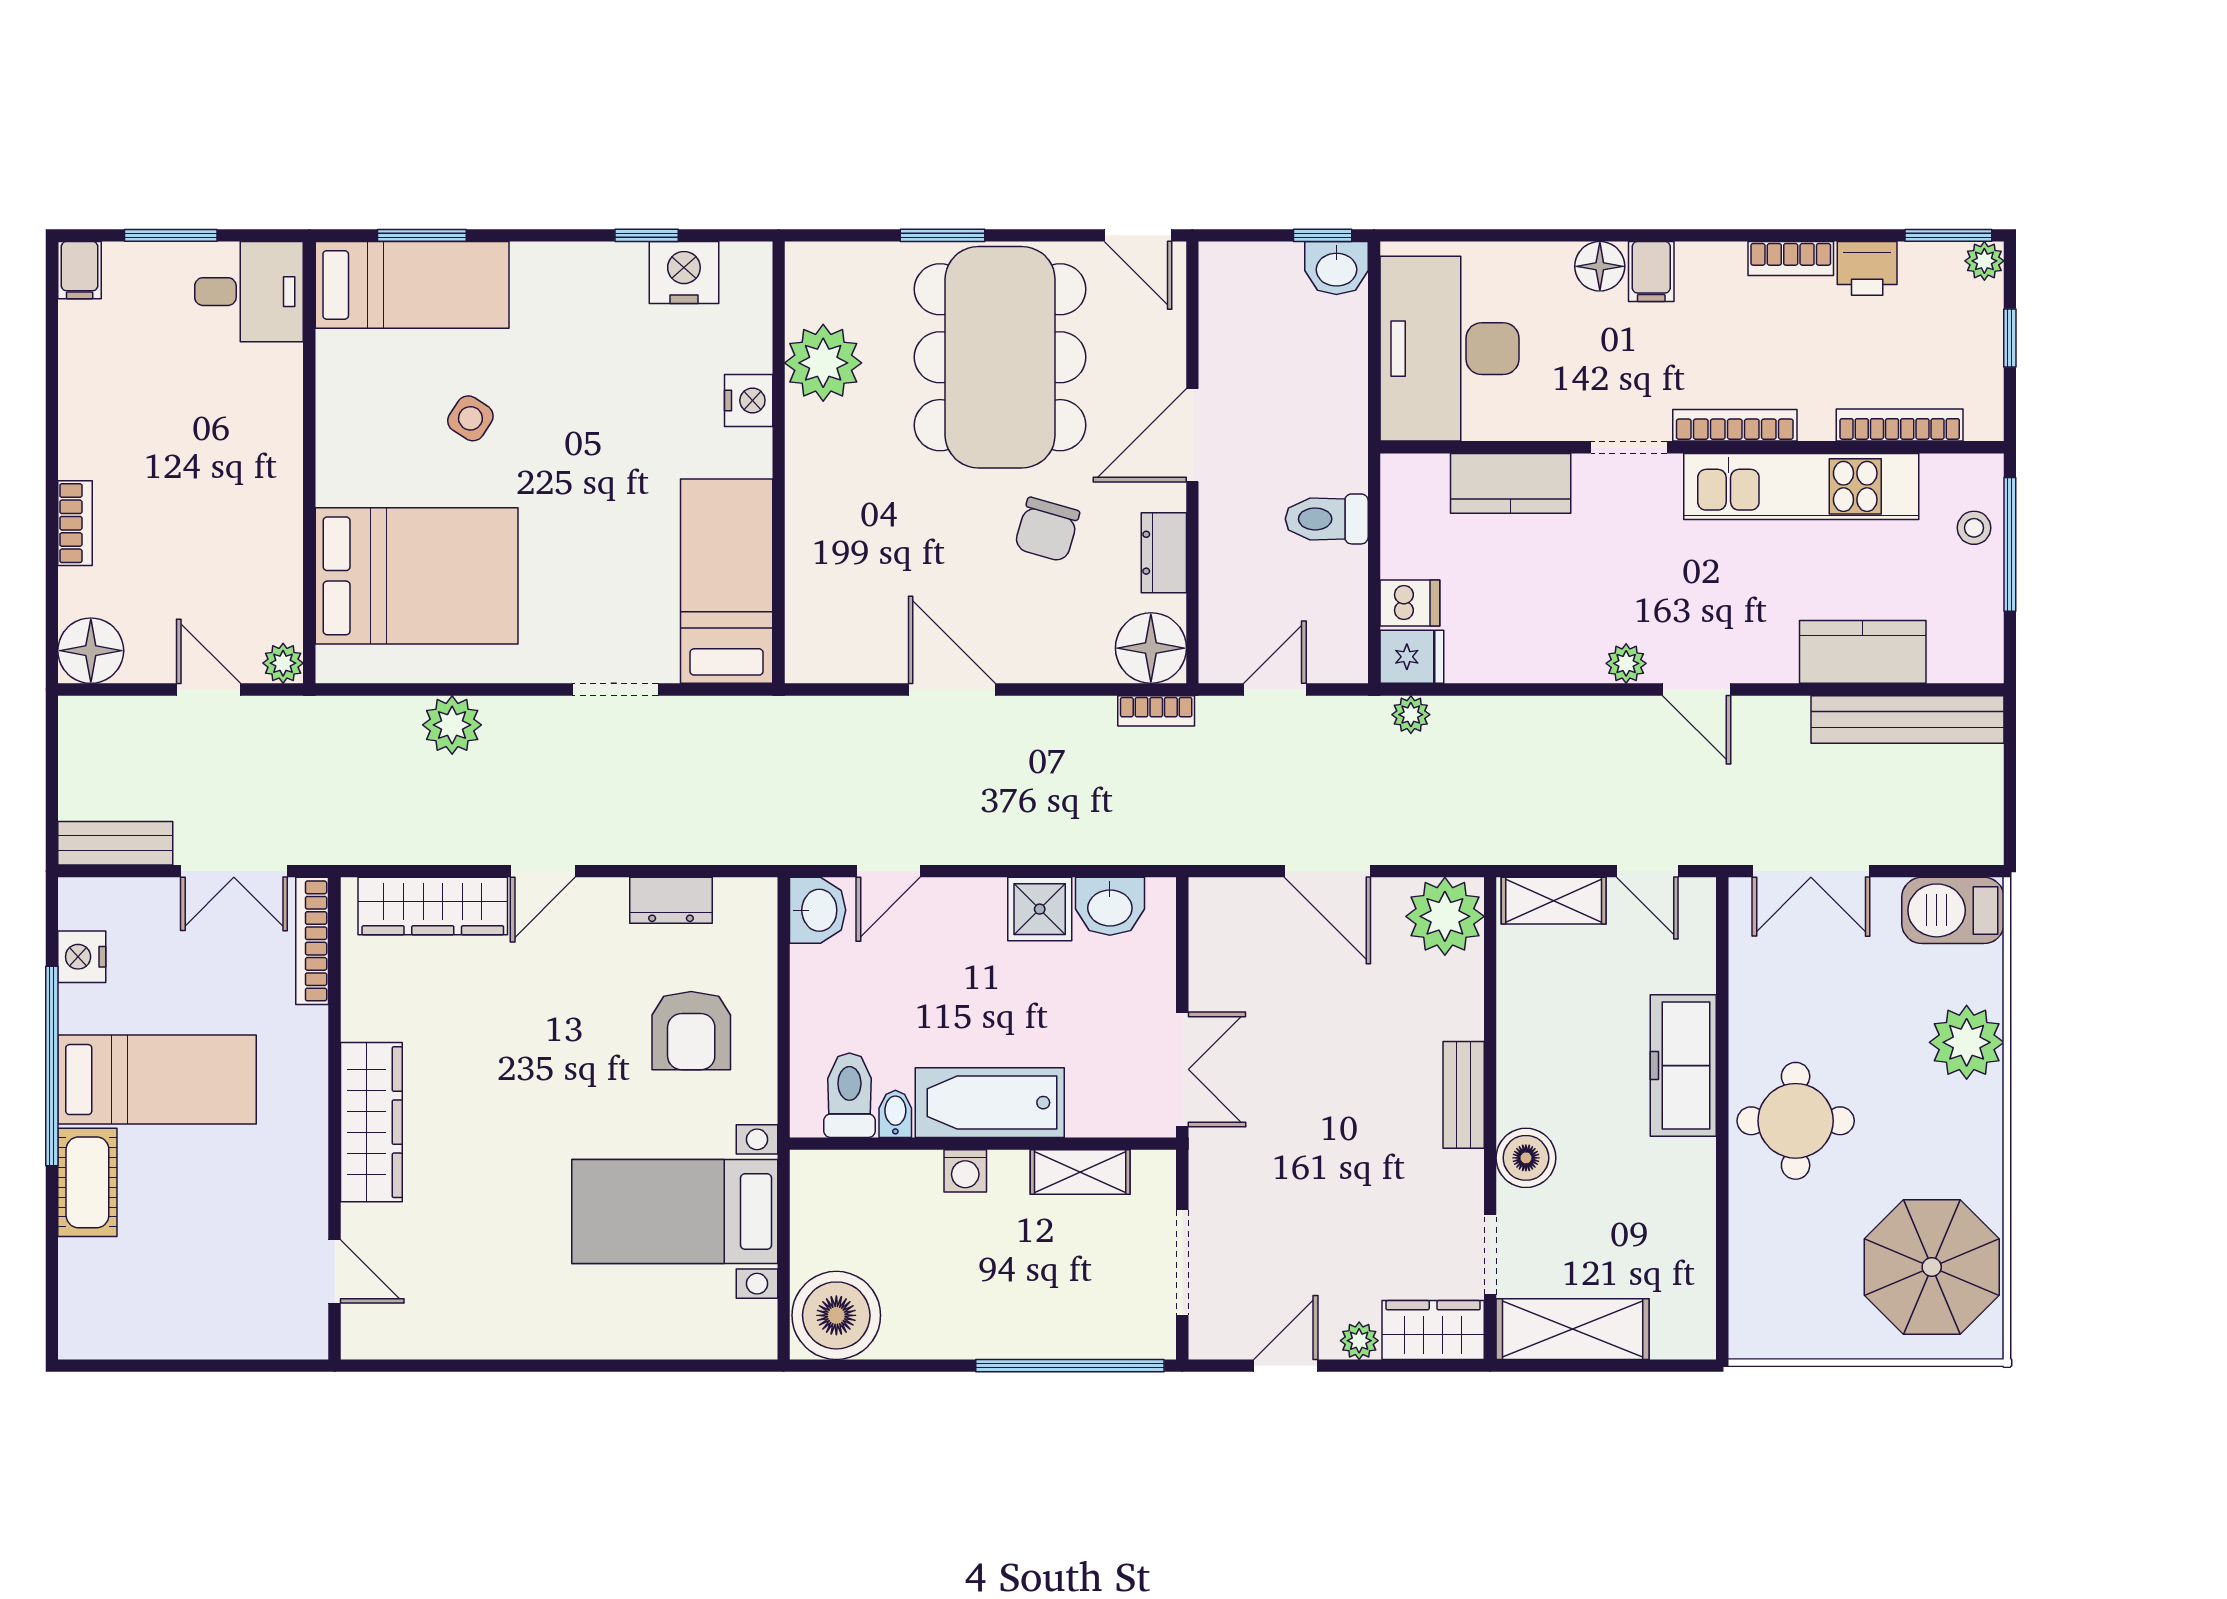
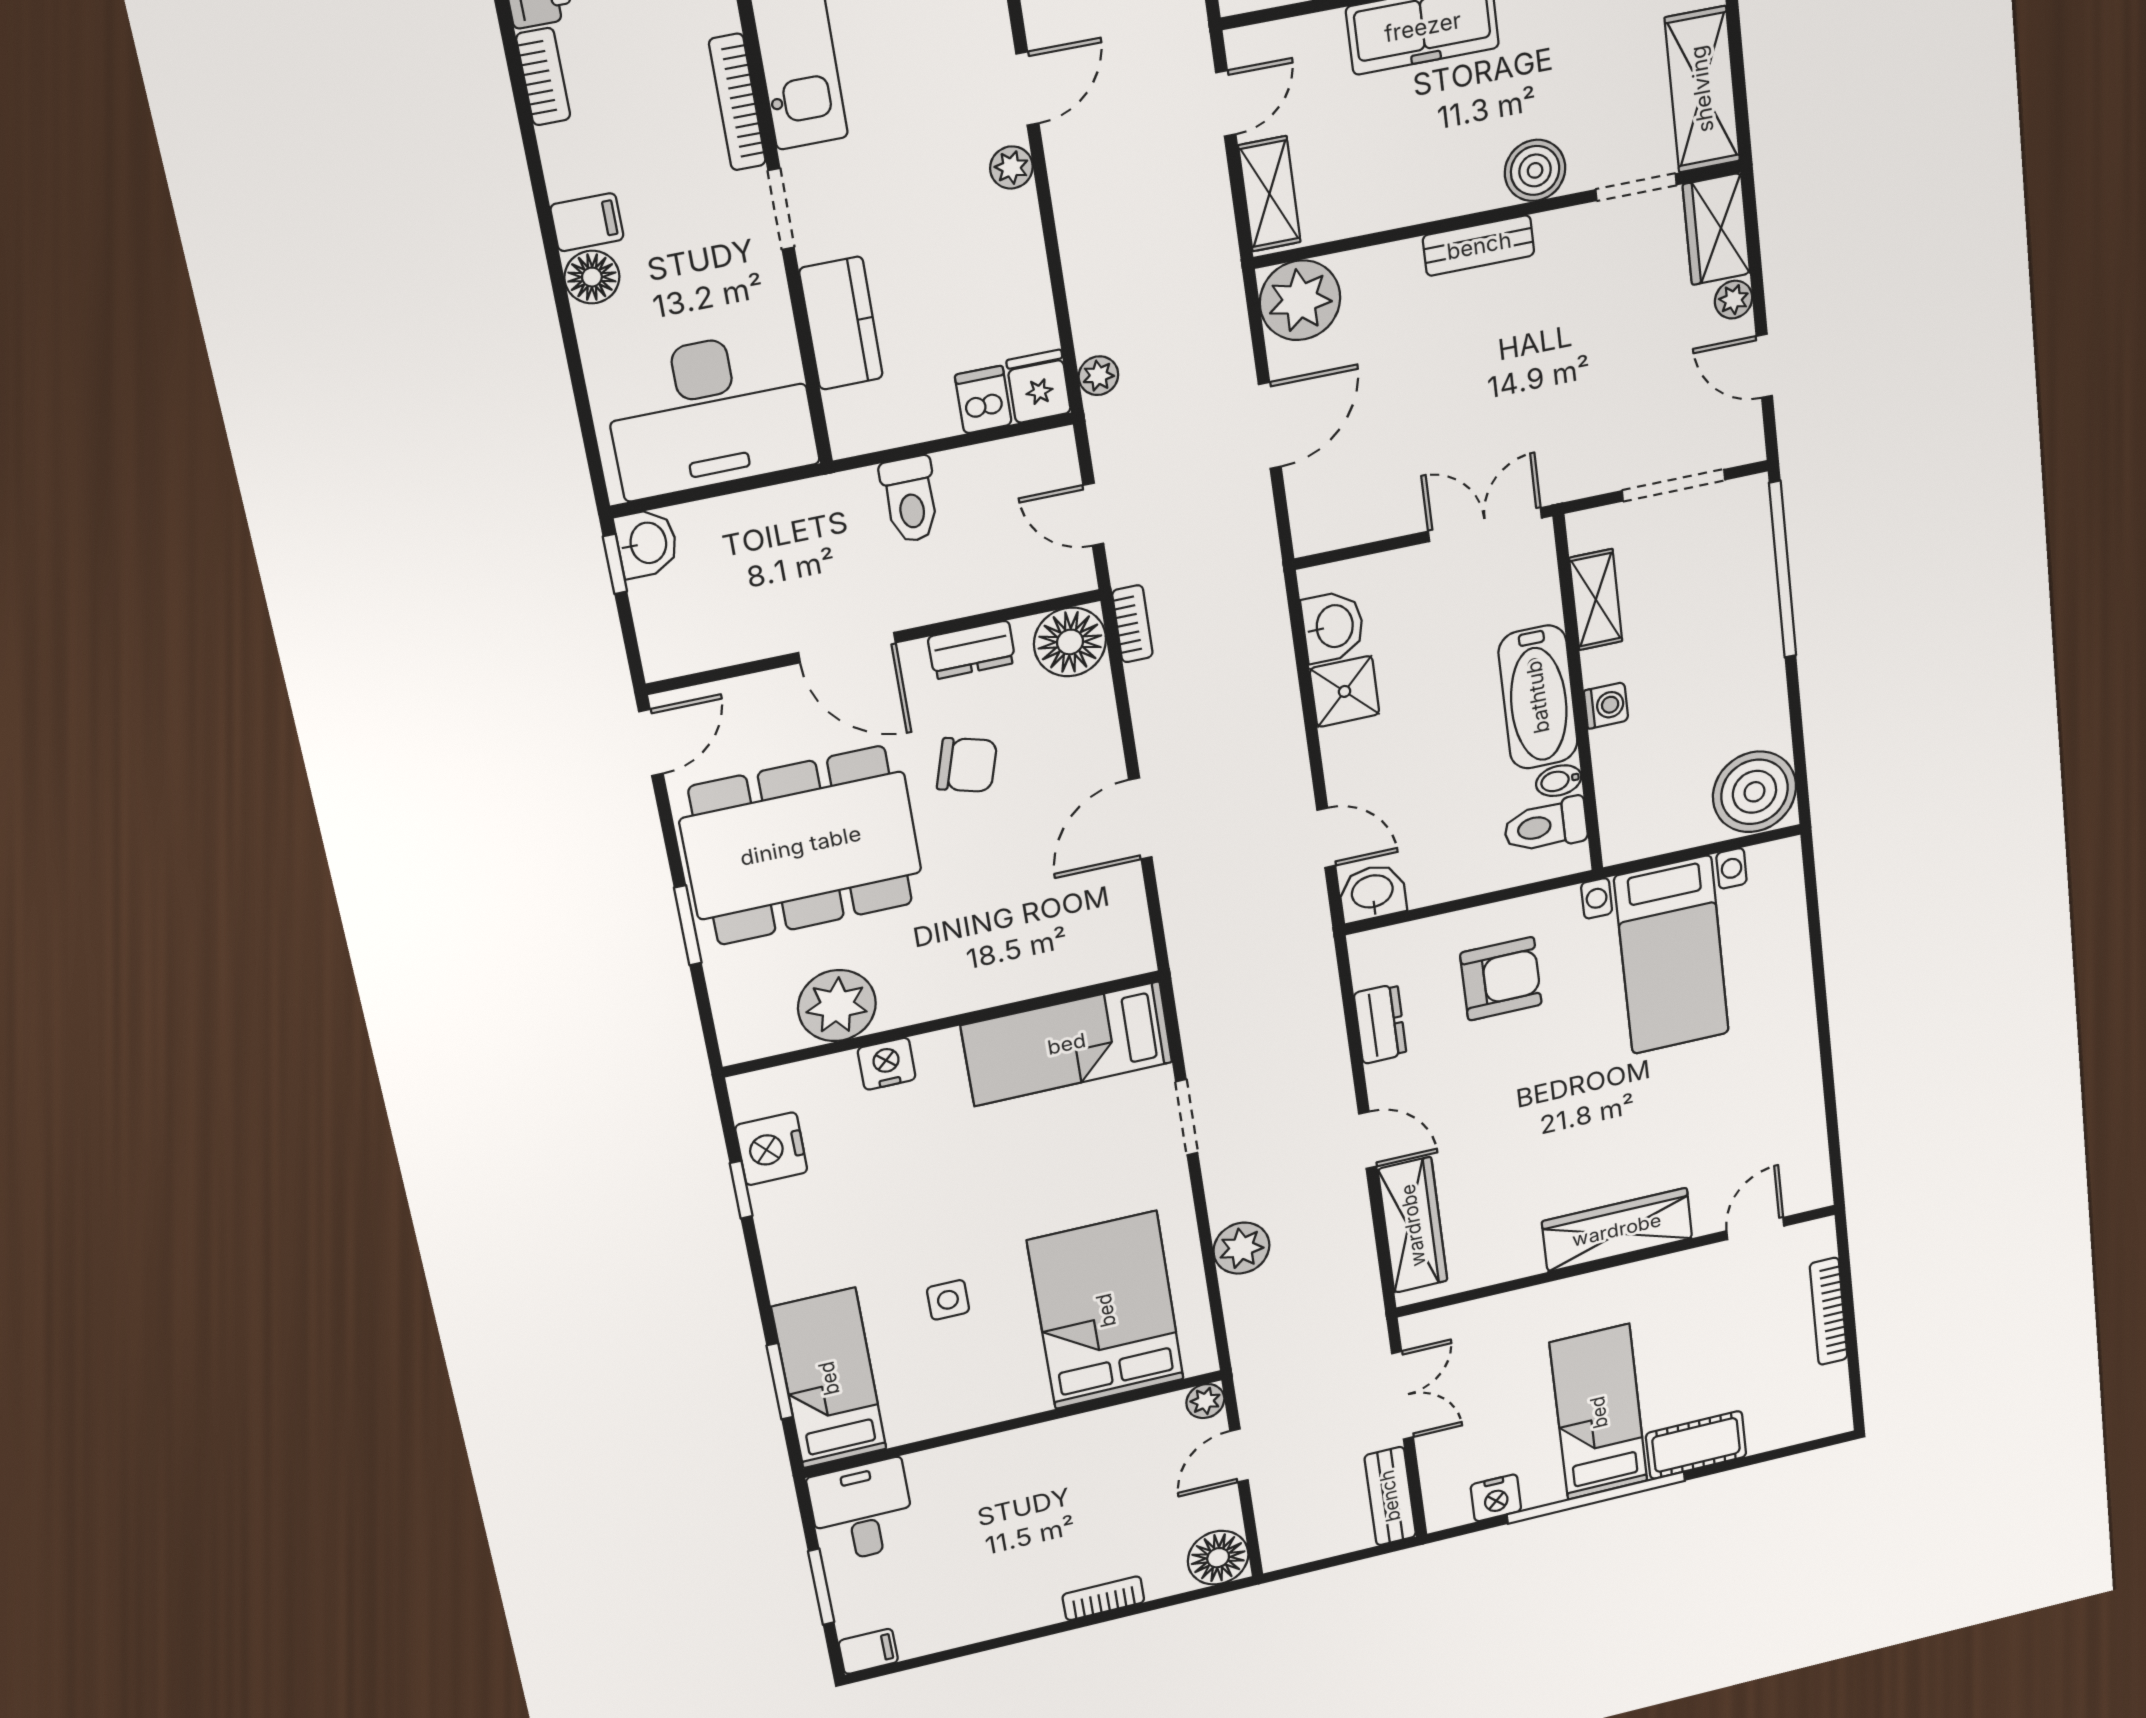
side table: (470, 418) -> (948, 1300), turned -33
bookcase: (312, 941) -> (1829, 1311), moved, turned 90

